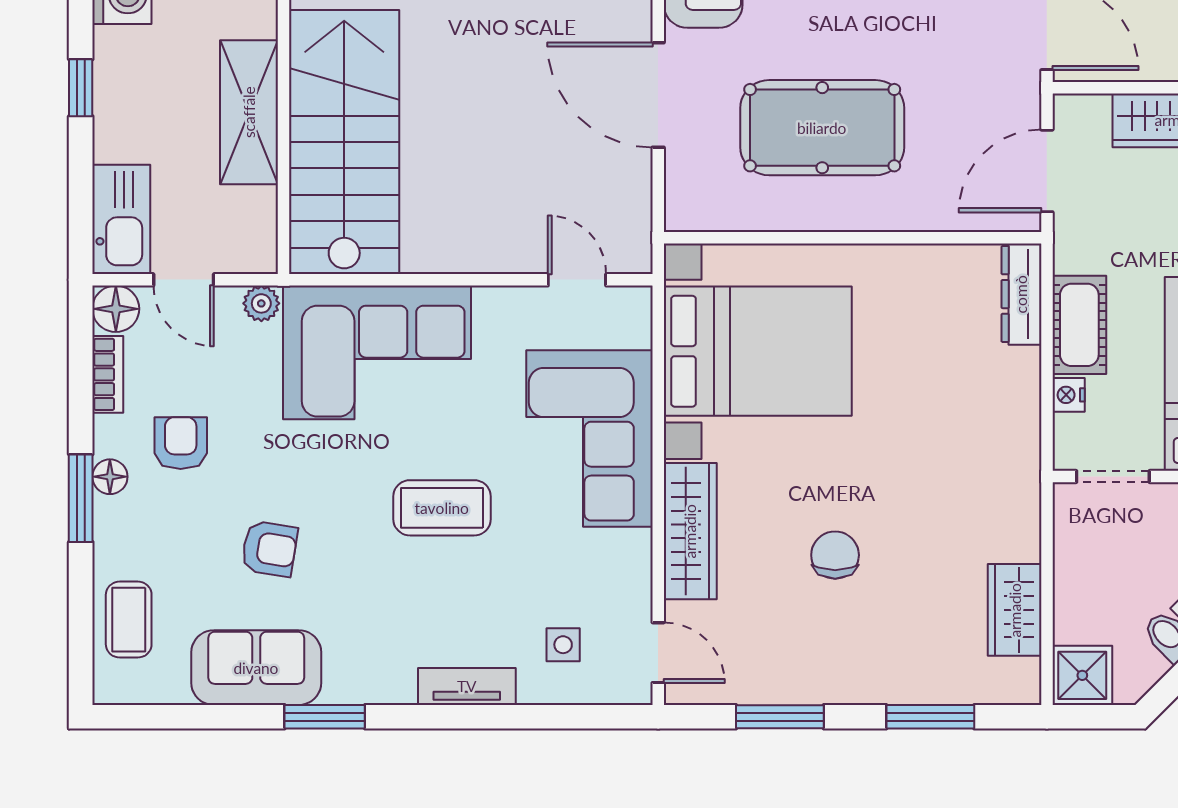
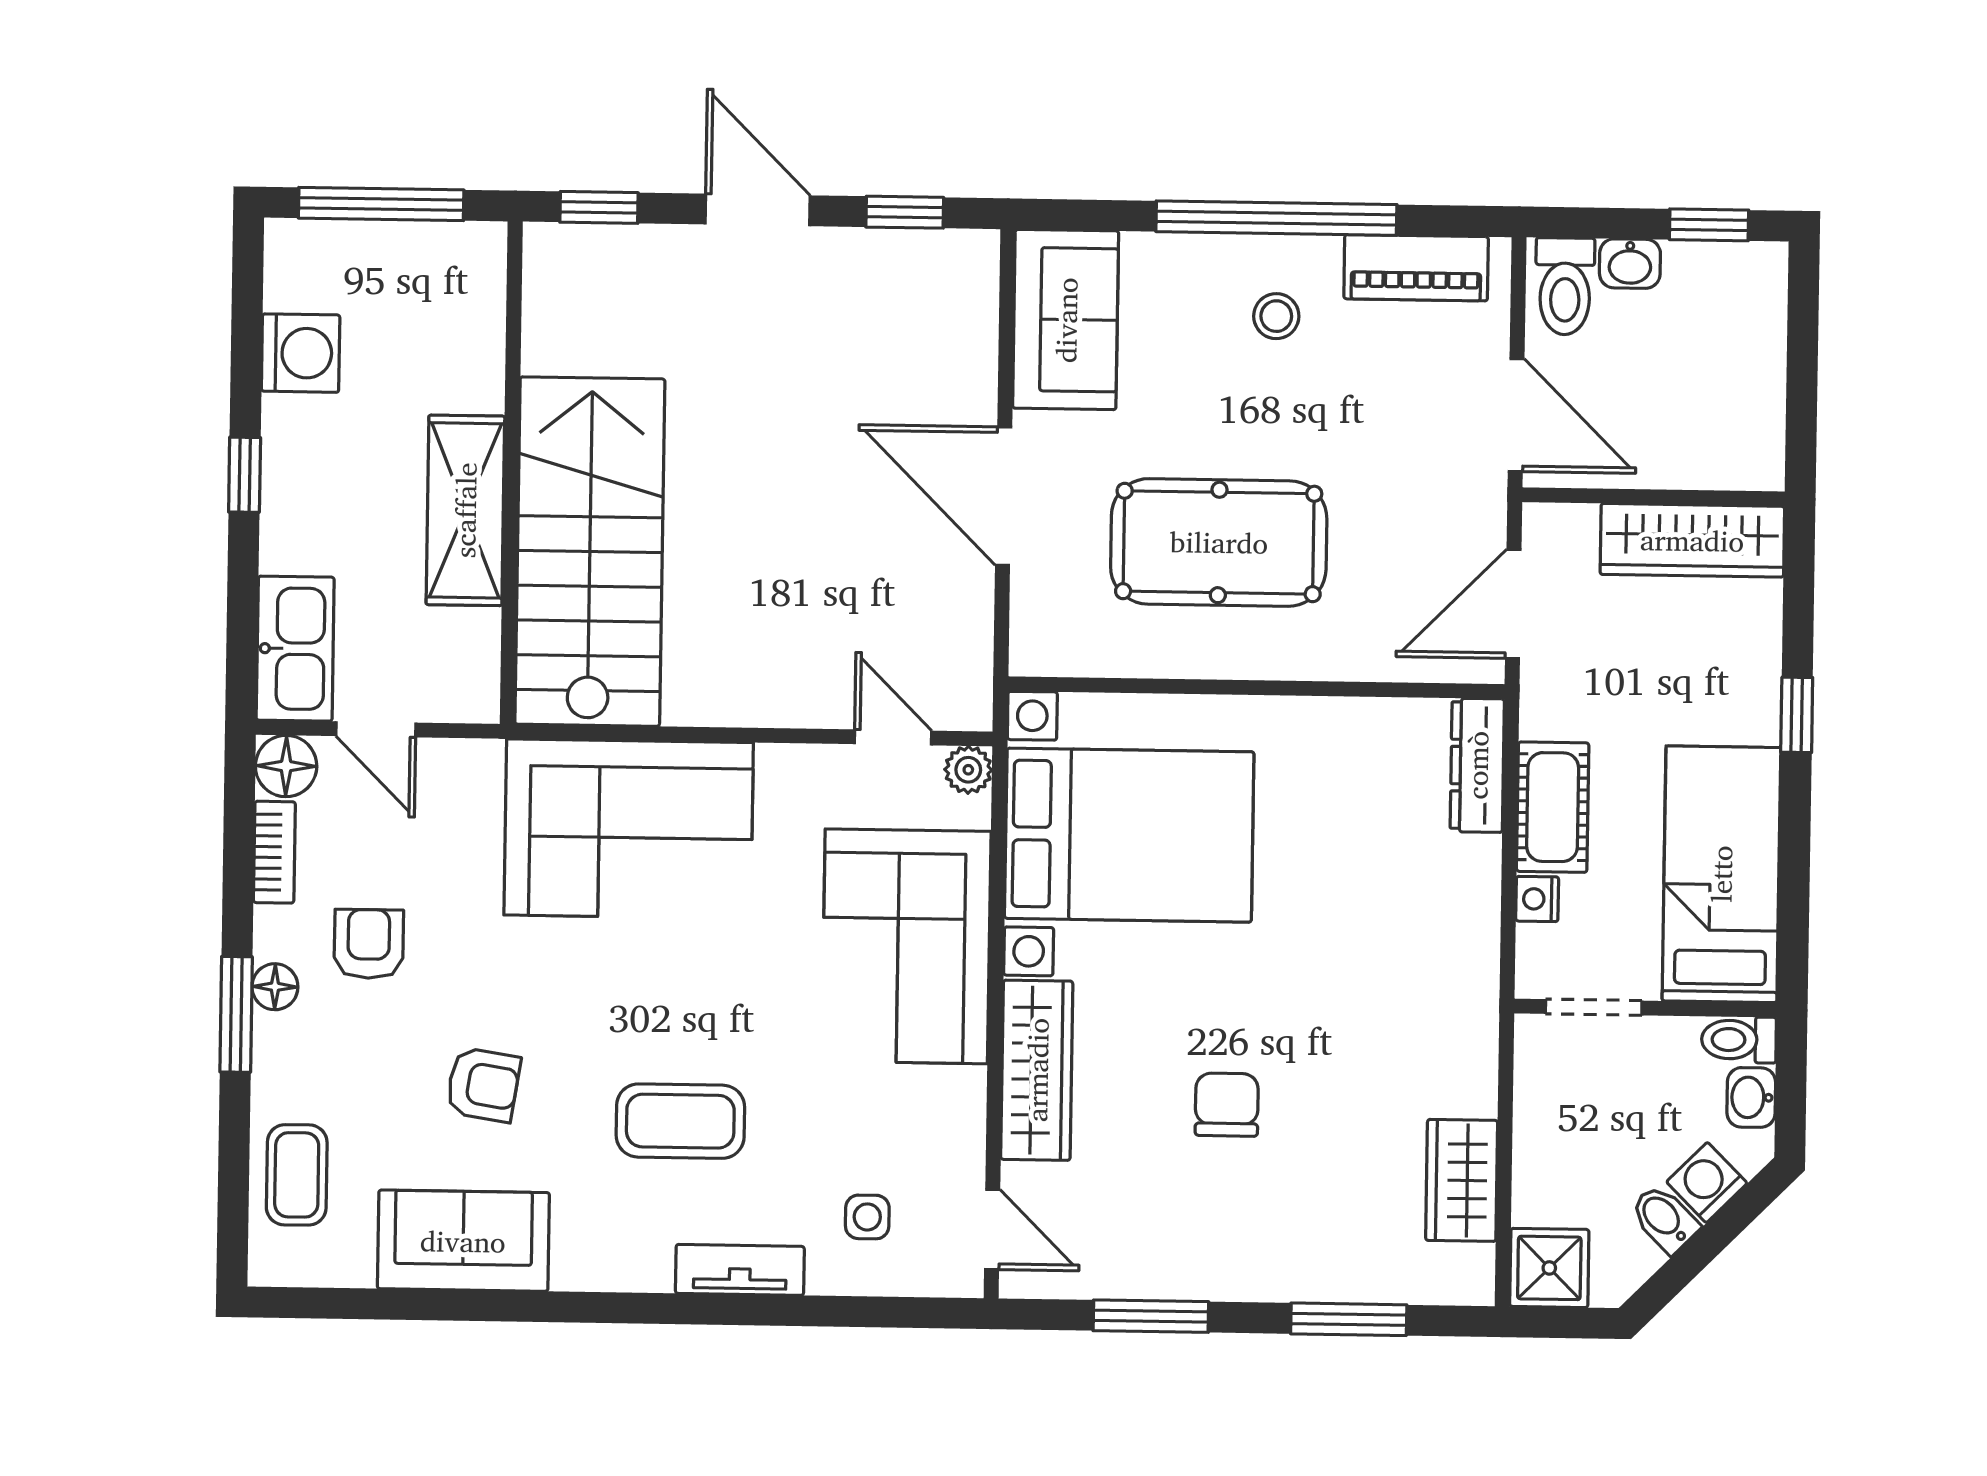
plant: (261, 303) -> (968, 770), moved
coffee table: (442, 508) -> (680, 1121), moved
window: (325, 717) -> (552, 1307), removed

